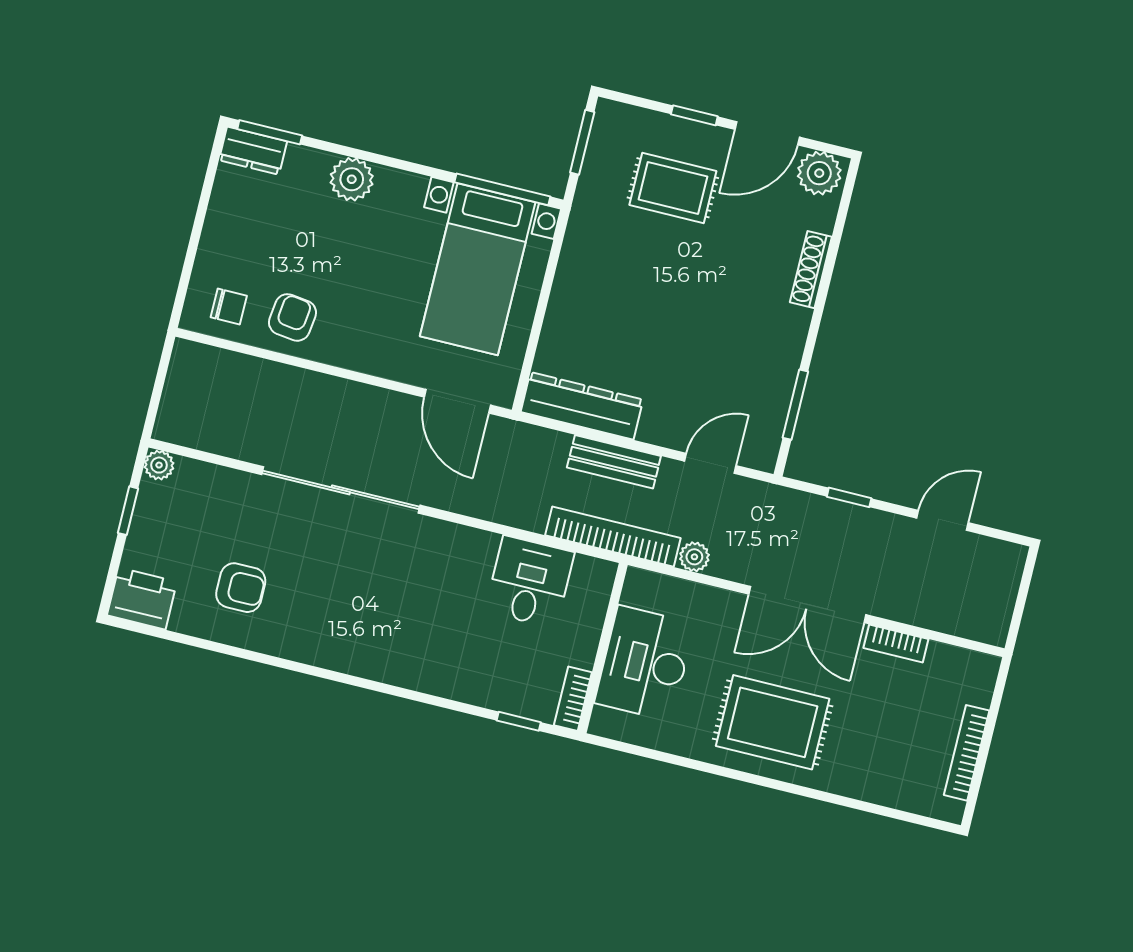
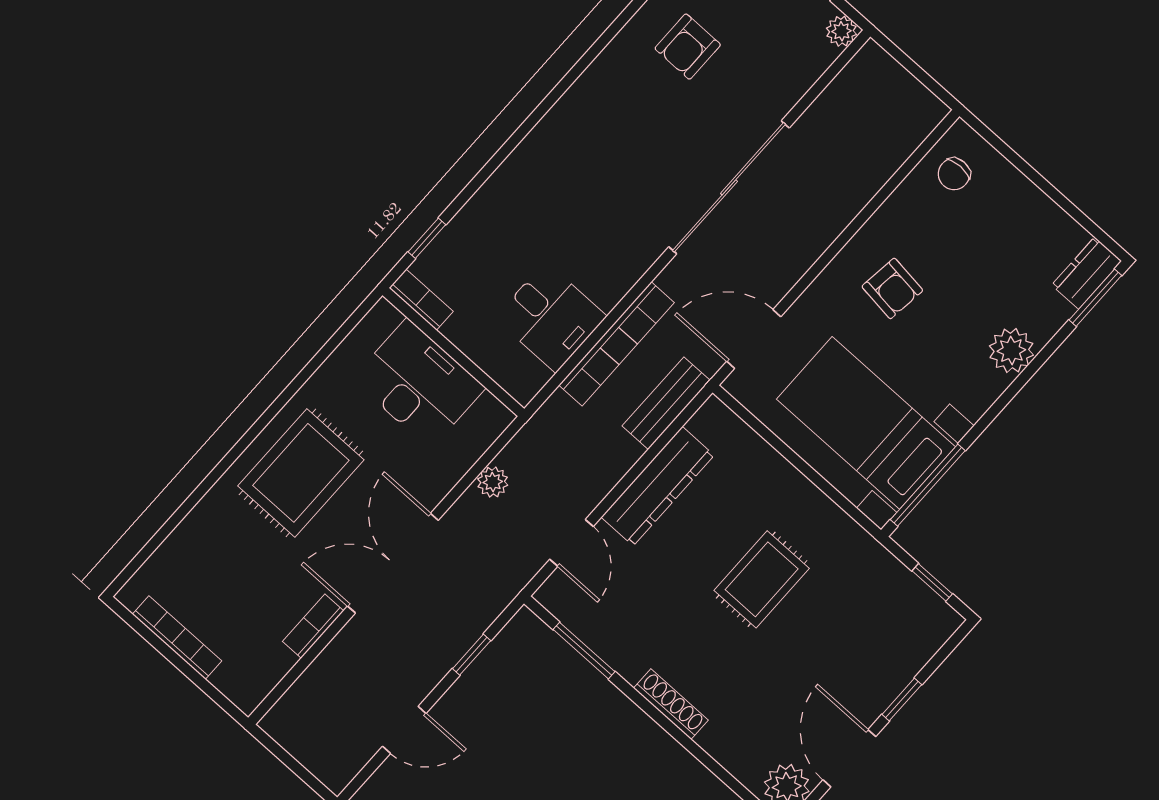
window: (582, 142) -> (932, 582), width x0.67
rug: (673, 188) -> (762, 579), moved
shoe rack: (811, 270) -> (671, 704), moved
armchair: (292, 317) -> (892, 288), moved
dresser: (582, 406) -> (658, 486), moved
bench: (614, 462) -> (666, 403), moved
door: (942, 520) -> (404, 730), hinge flipped
bookcase: (613, 537) -> (617, 344), moved

